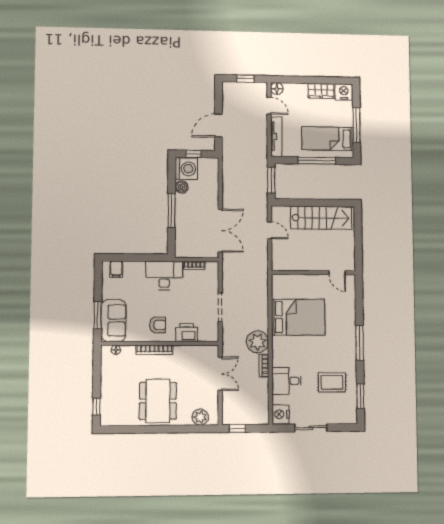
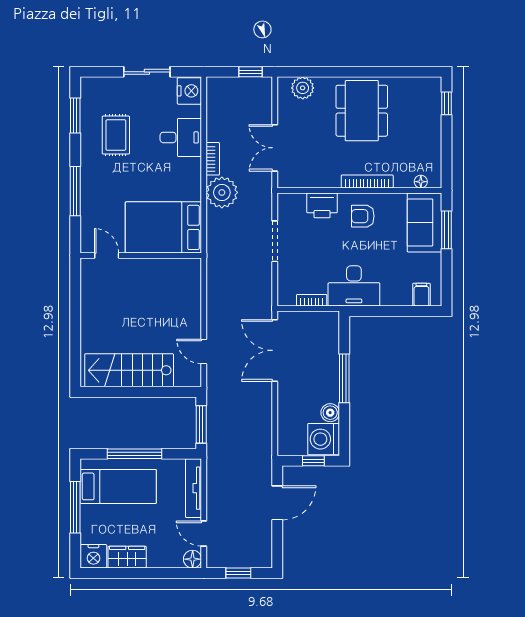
wall: (314, 273) -> (141, 255), moved
door: (337, 273) -> (107, 255), moved
rug: (332, 382) -> (116, 135), turned 90

